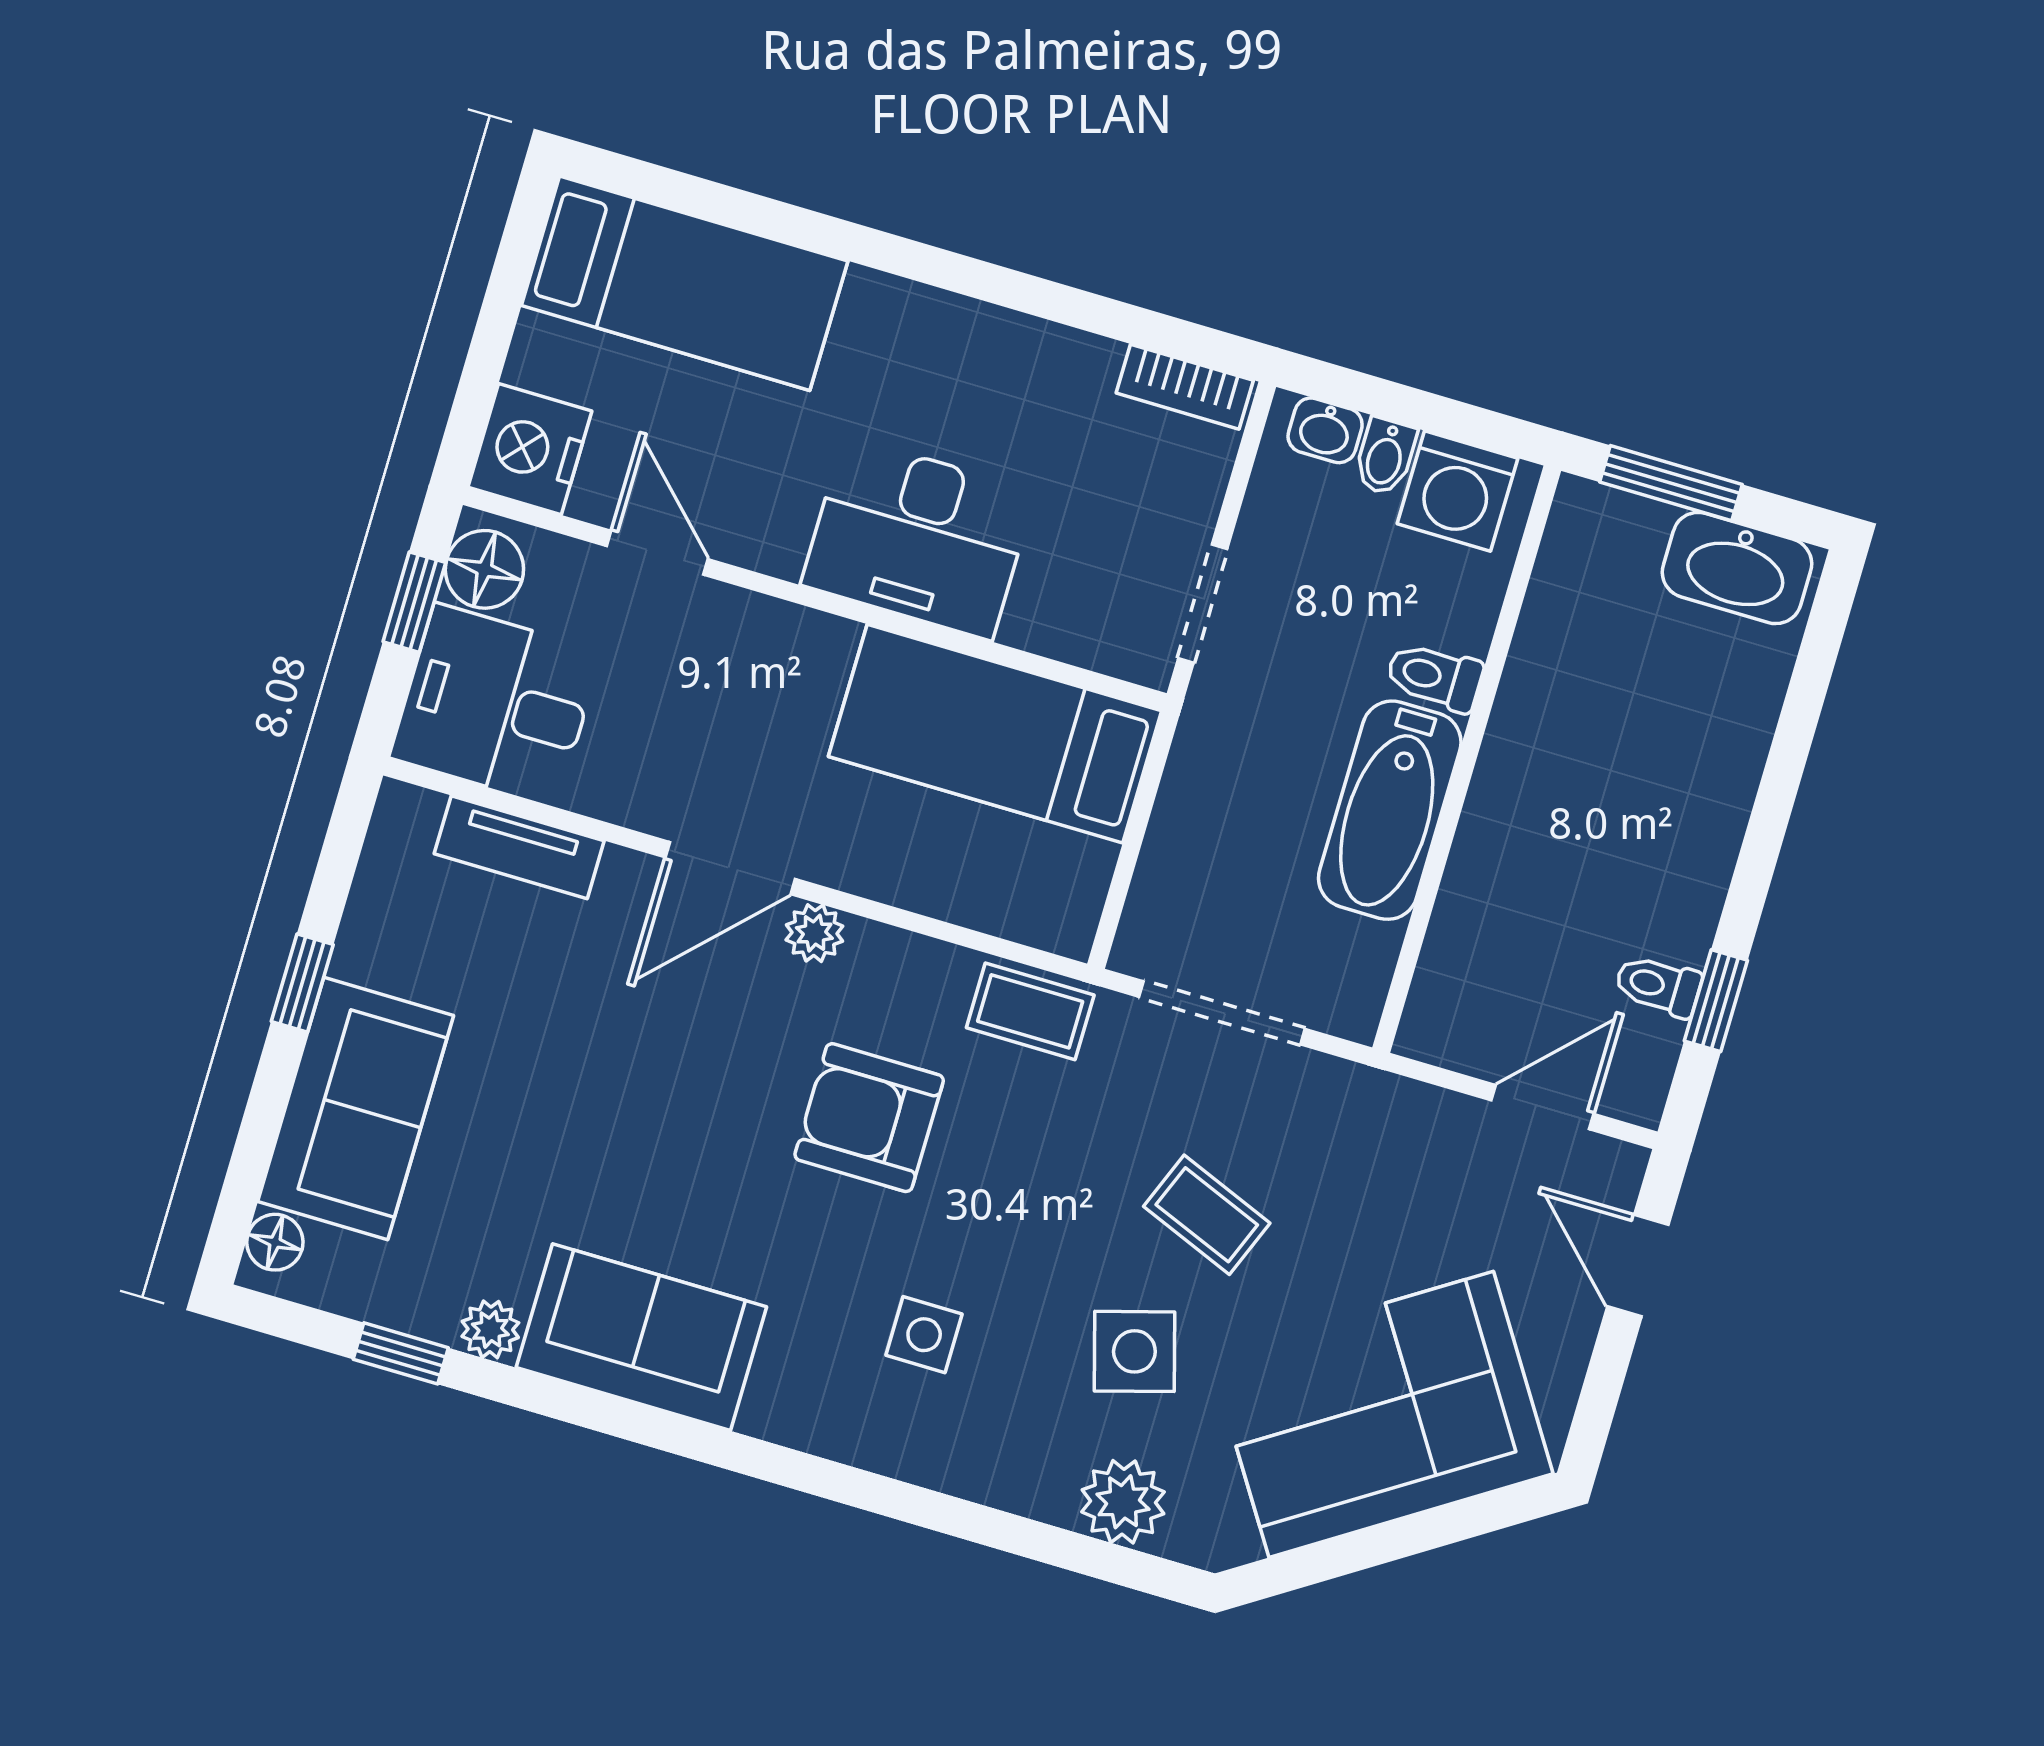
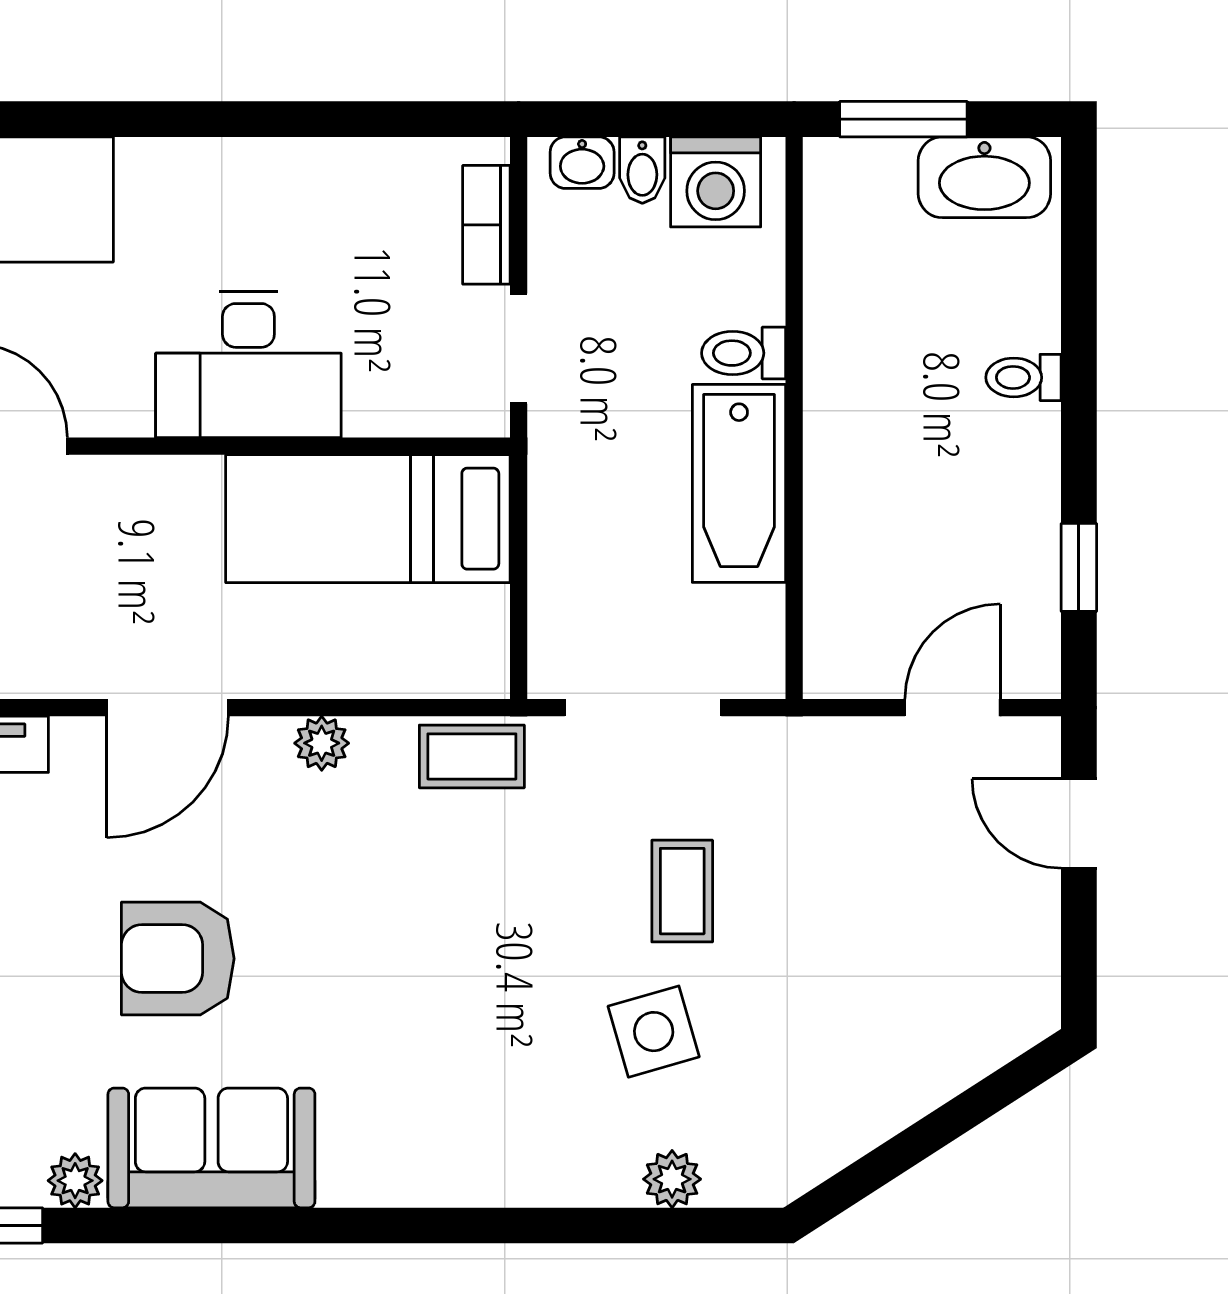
bookcase: (1185, 387) -> (486, 225), moved, turned 90
plant: (814, 933) -> (322, 743), moved
toilet: (1658, 986) -> (1024, 377), moved
armchair: (869, 1118) -> (178, 959), moved
coffee table: (1207, 1215) -> (682, 891), turned 68
side table: (924, 1335) -> (462, 1072), removed
corner sofa: (1381, 1414) -> (890, 1023), removed
plant: (1123, 1502) -> (672, 1179), width x0.73, depth x0.73

